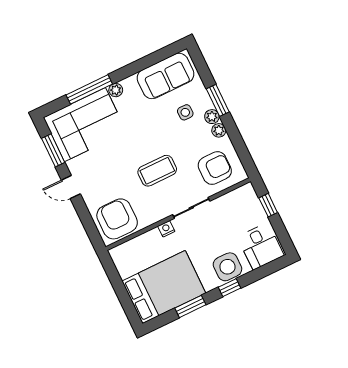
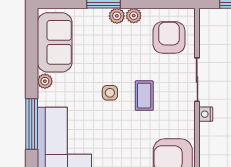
plant: (116, 90) -> (45, 81), moved
side table: (185, 112) -> (110, 93), moved
coffee table: (157, 171) -> (144, 96), width x0.73, depth x0.77

